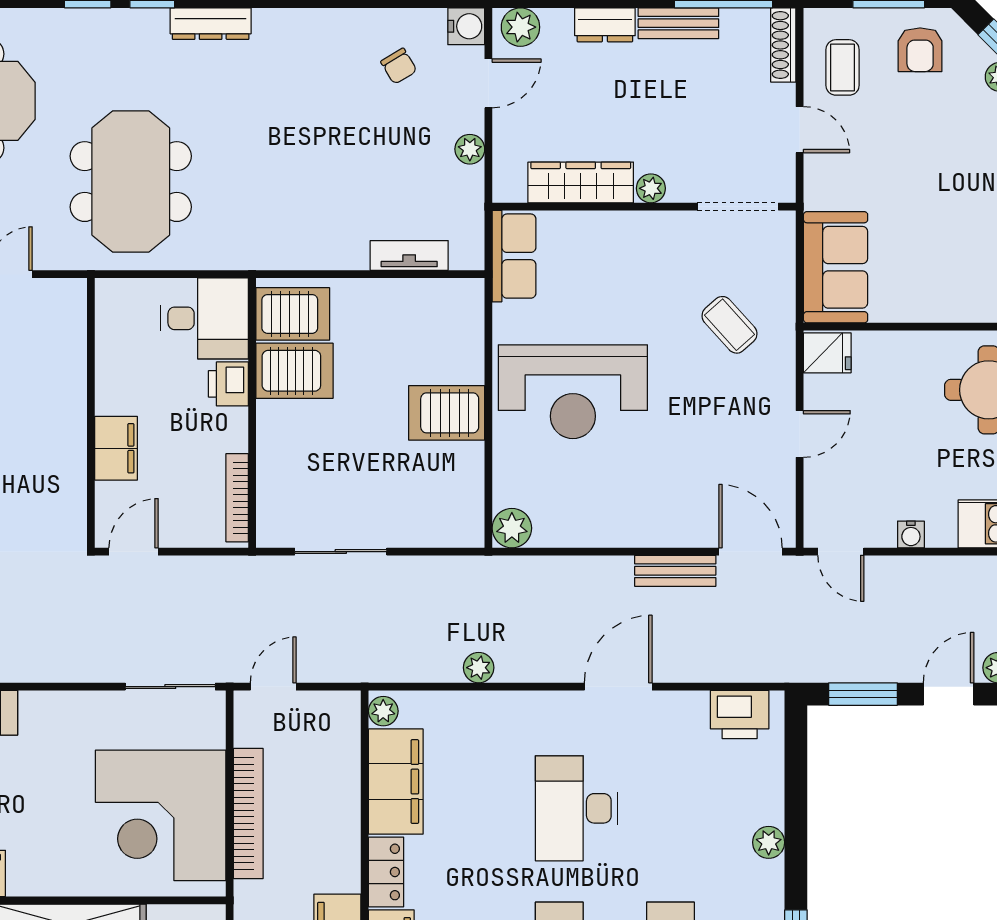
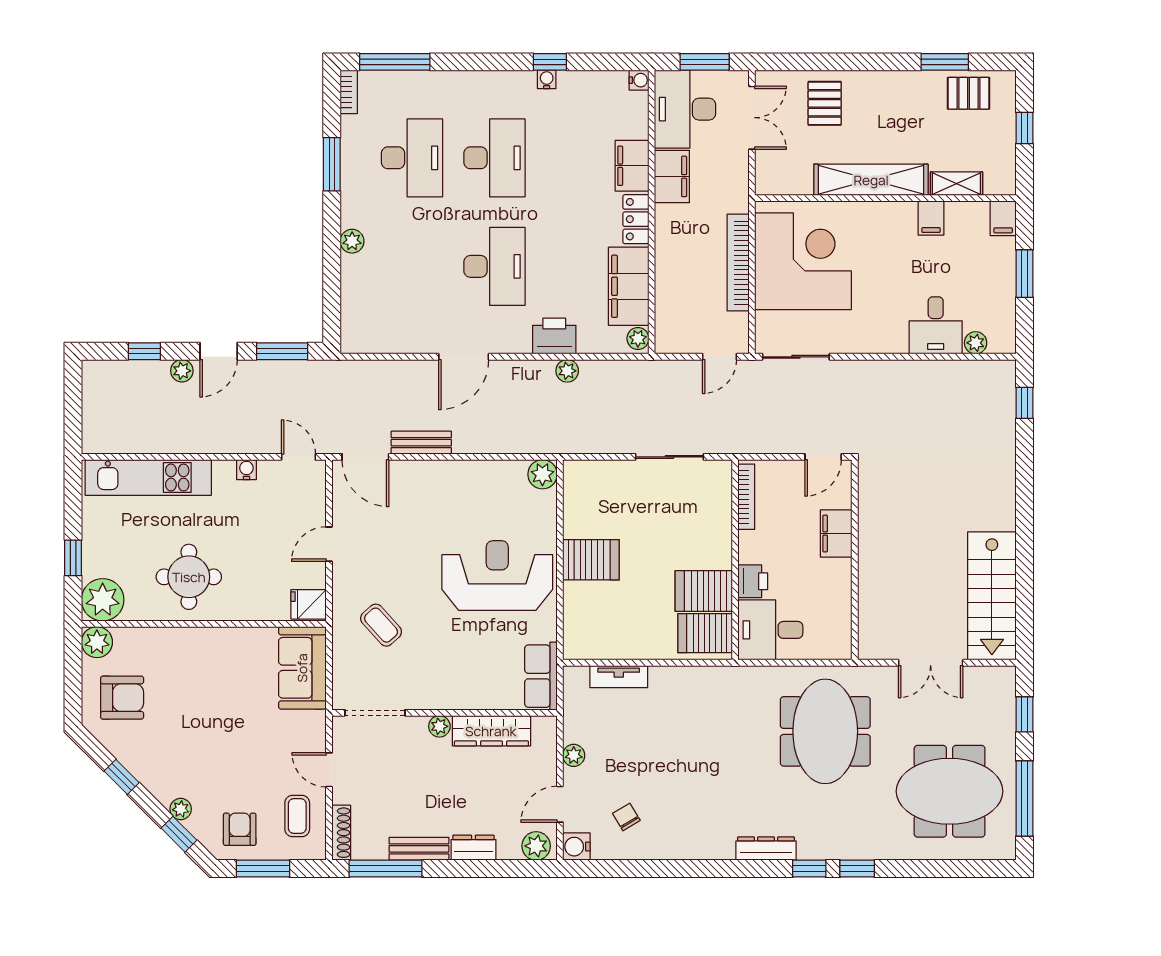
printer: (740, 714) -> (554, 336), moved

